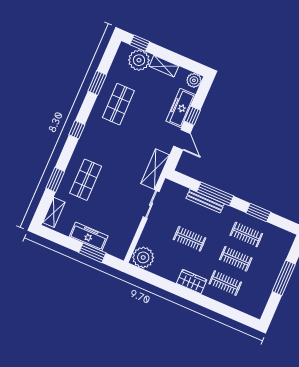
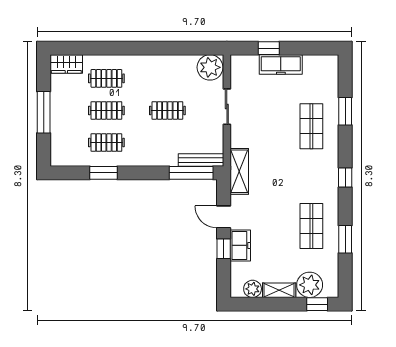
plant: (194, 80) -> (253, 289), moved
freezer: (181, 108) -> (240, 245), width x0.71
window: (215, 194) -> (191, 173), moved
bench: (205, 201) -> (201, 160), moved
sliding door: (151, 204) -> (227, 107), moved
shelving: (54, 212) -> (331, 74), removed
window: (92, 253) -> (269, 48), width x0.67
wardrobe: (192, 282) -> (66, 64), moved

